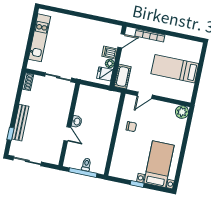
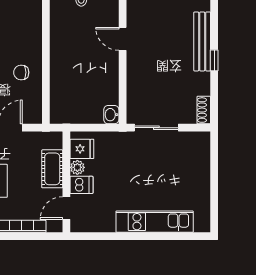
kitchen unit: (40, 38) -> (155, 222), moved, turned 90
cot: (123, 77) -> (52, 169), moved
washbasin: (77, 122) -> (111, 115), moved
window: (11, 134) -> (214, 60), moved

